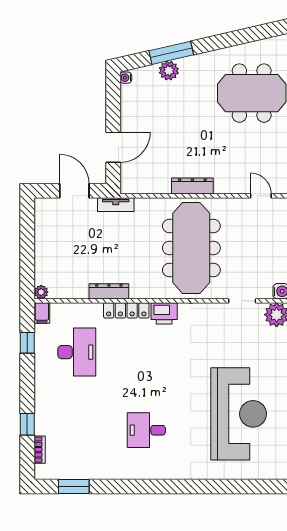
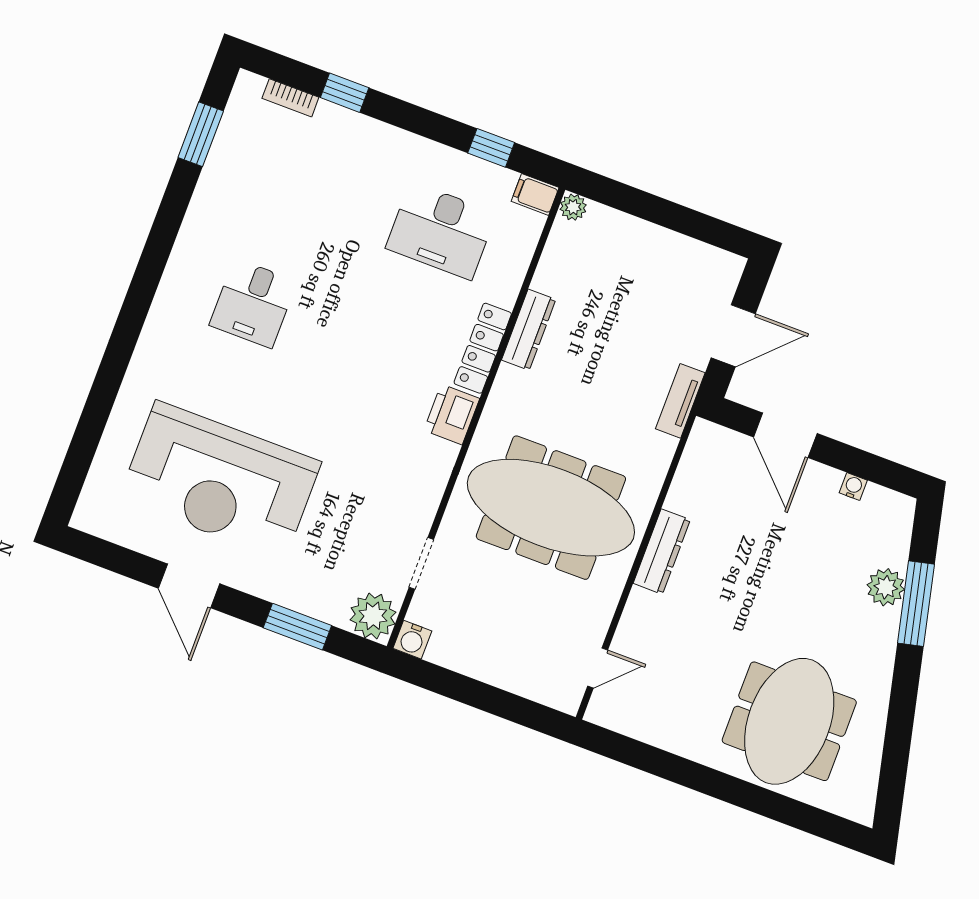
water cooler: (126, 78) -> (853, 487), moved
desk: (146, 430) -> (253, 303), turned 180

